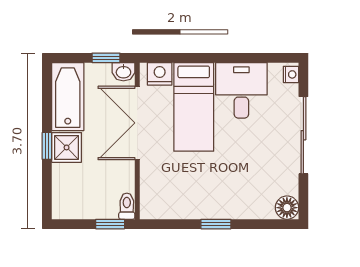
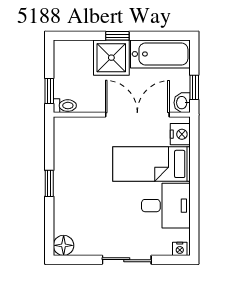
sliding door: (303, 135) -> (127, 260), width x0.73
shower: (67, 147) -> (111, 58), width x1.36, depth x1.36

